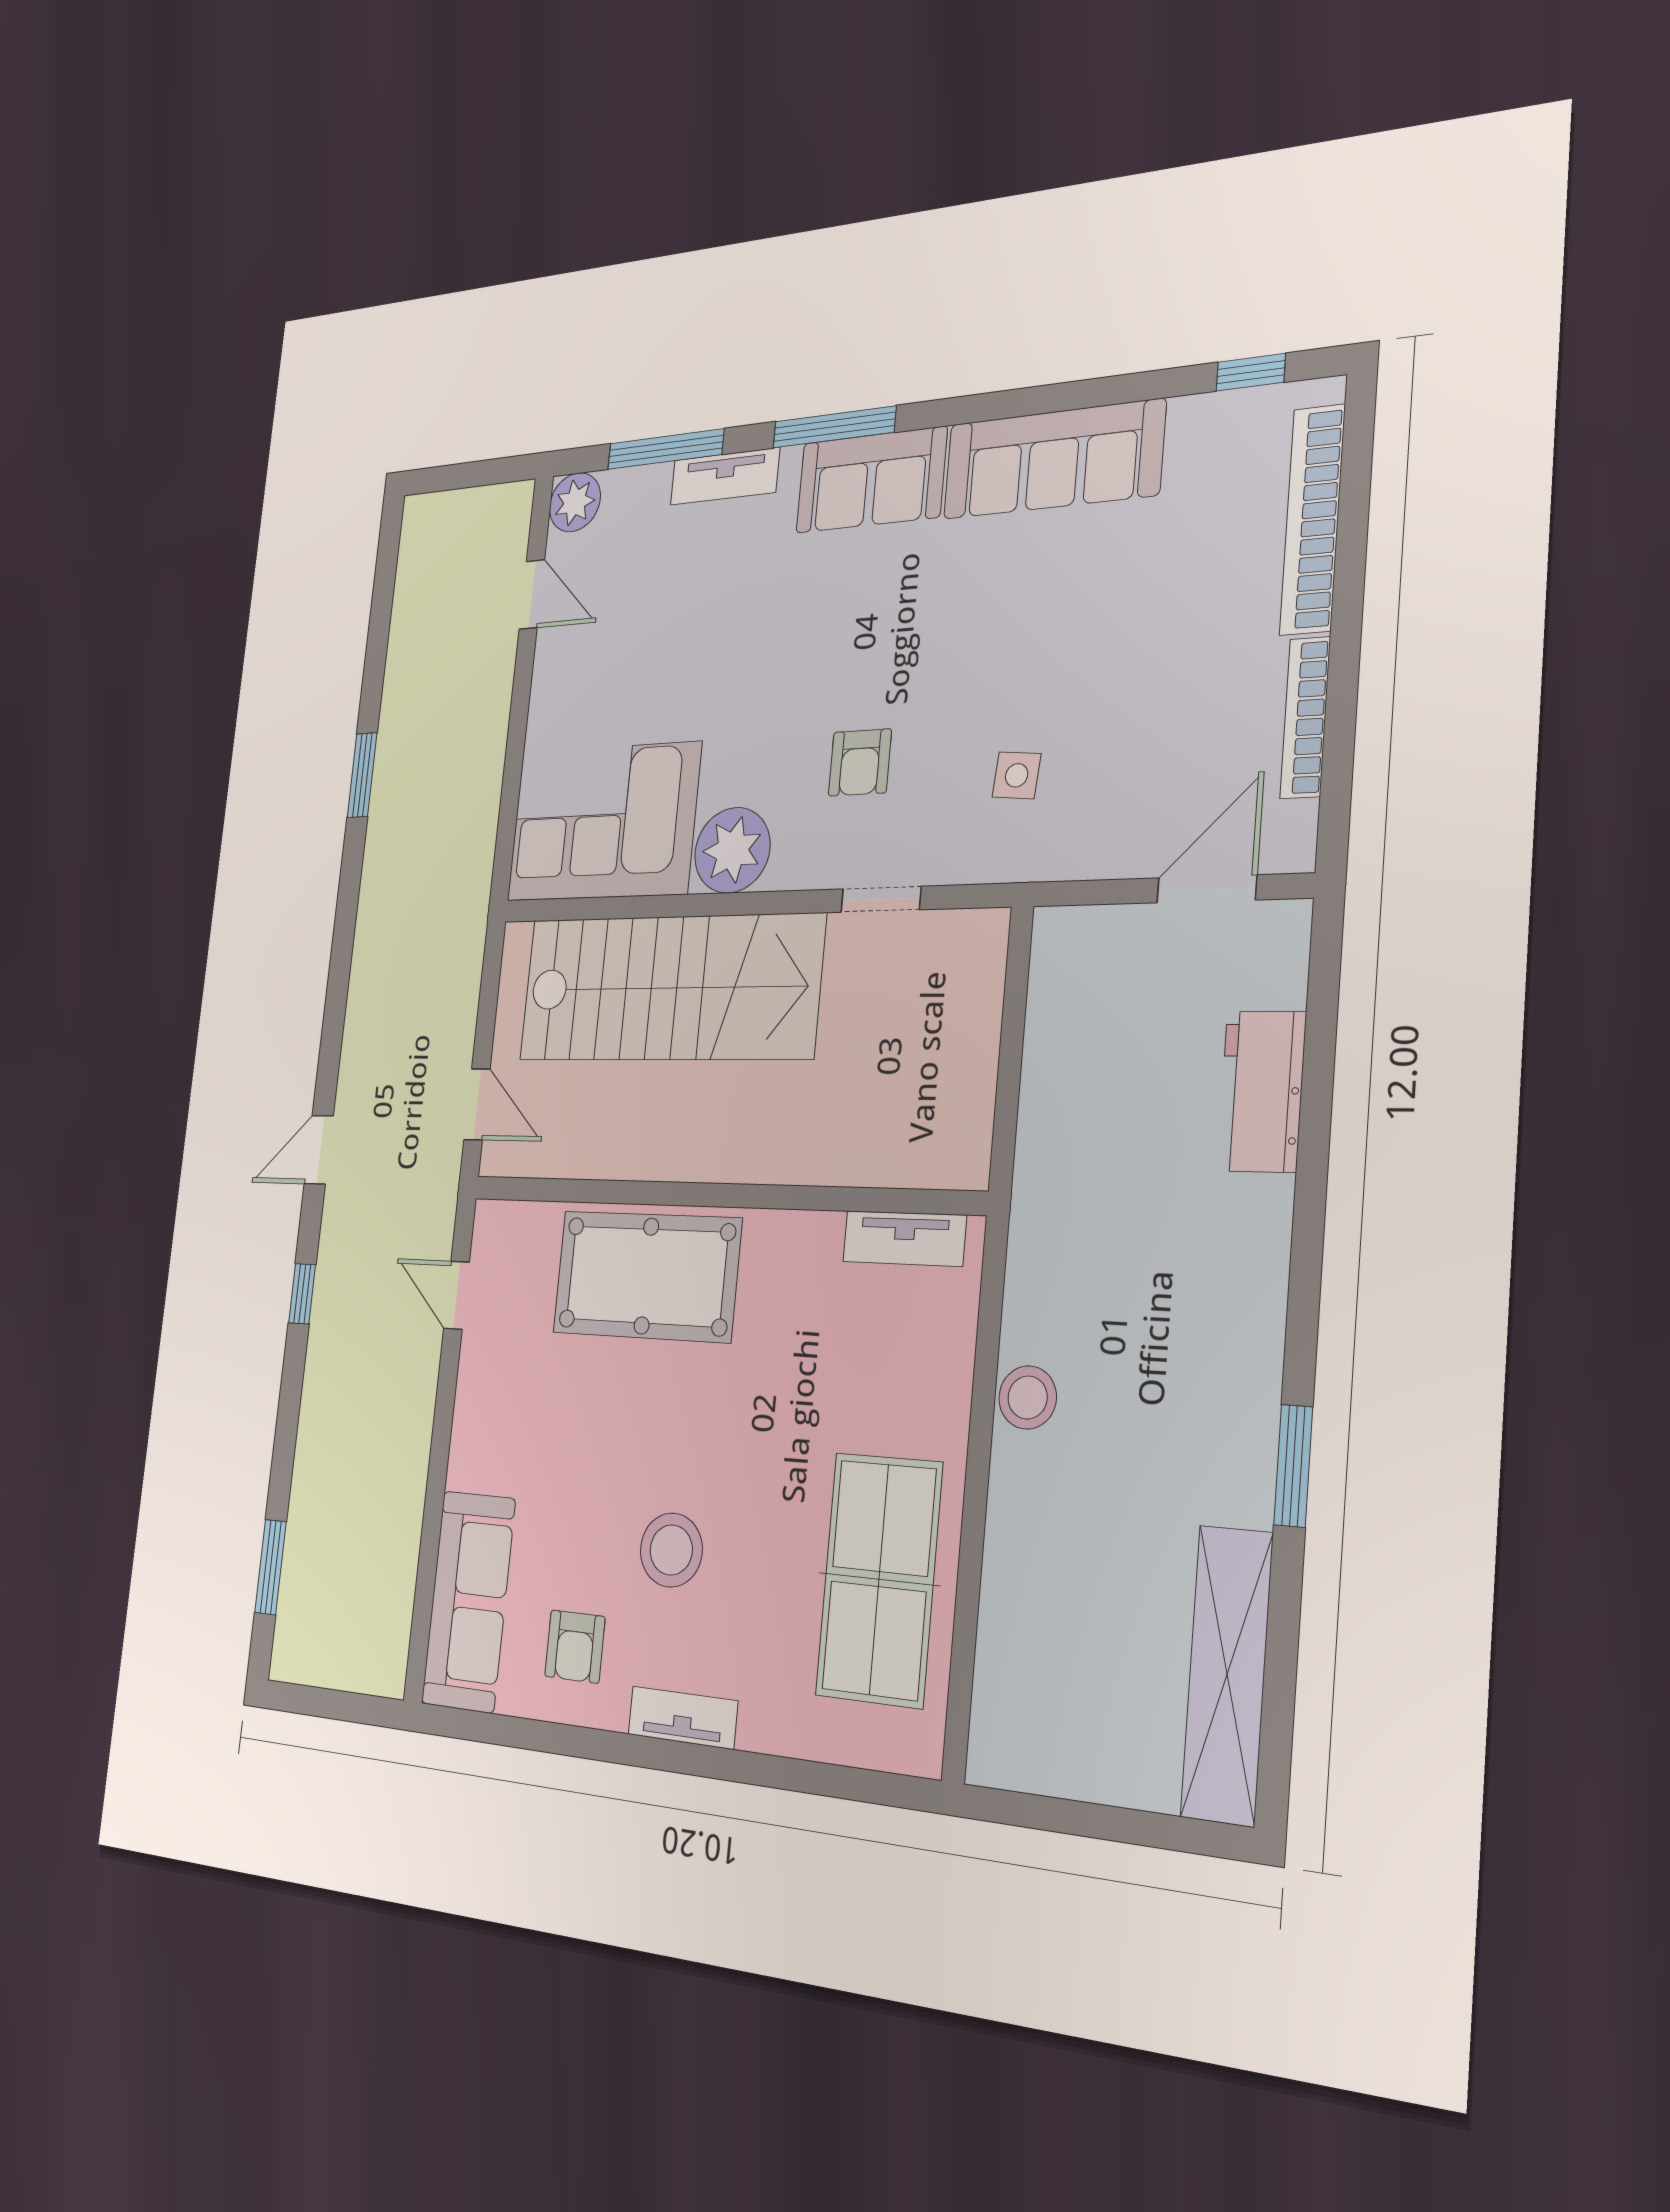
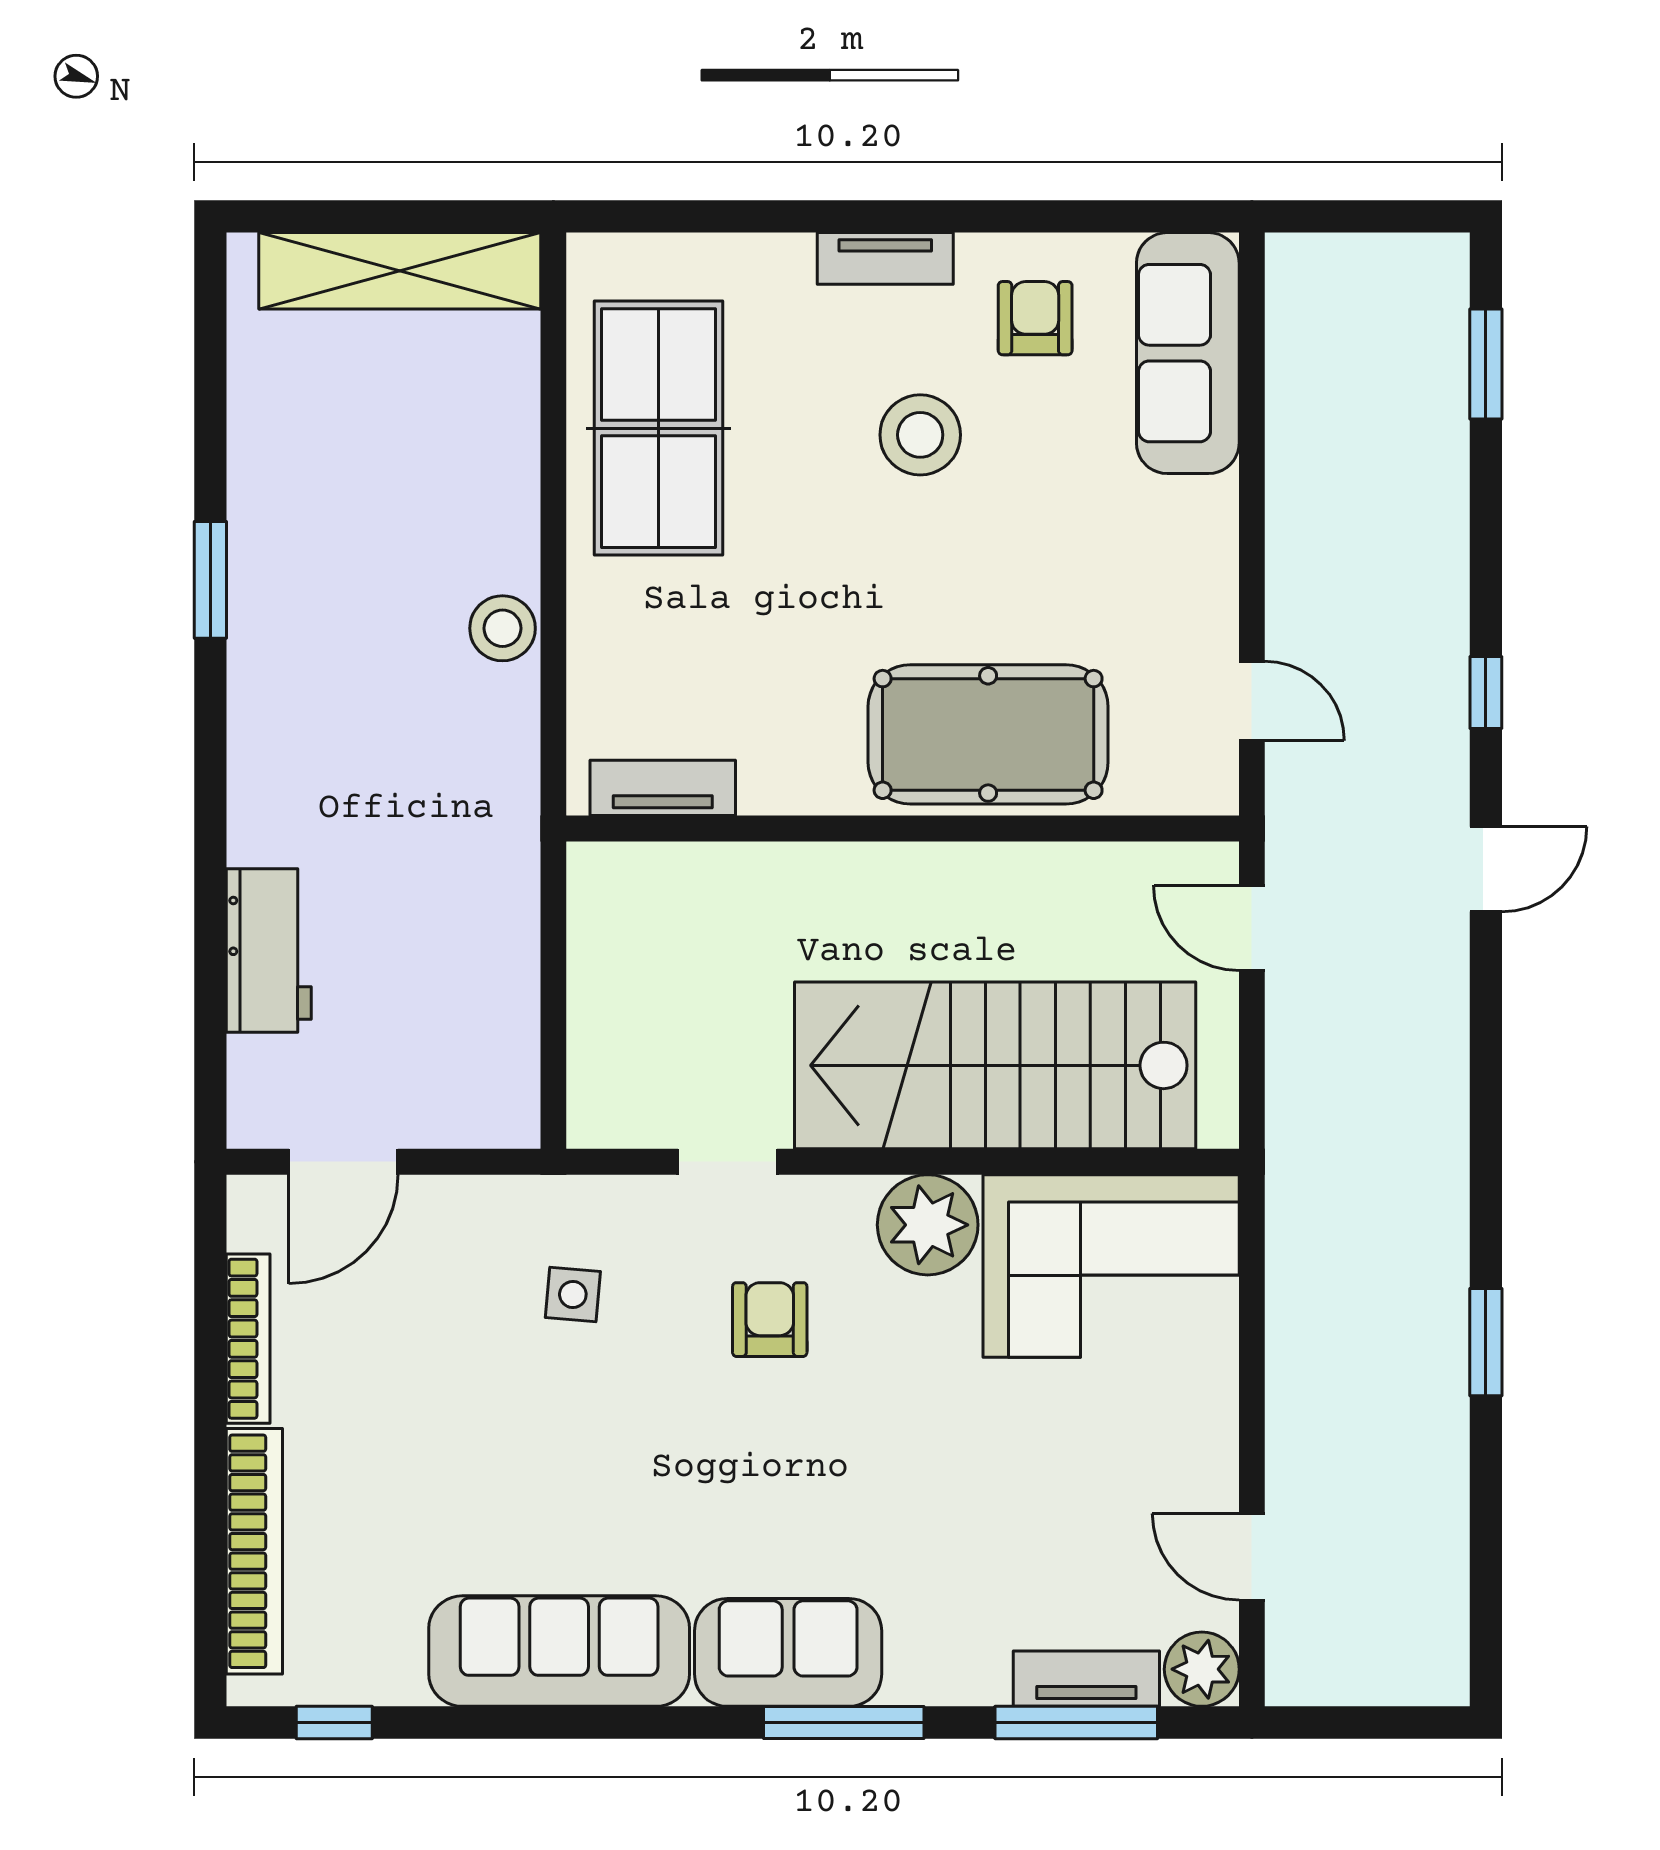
tv unit: (725, 476) -> (1086, 1679), moved
shelving: (1227, 1675) -> (400, 271), moved, turned 90

